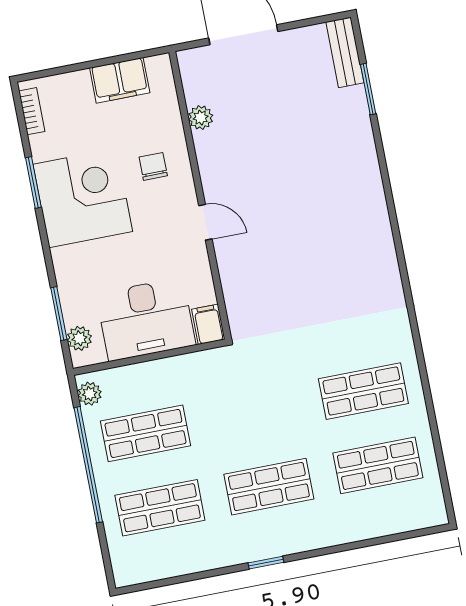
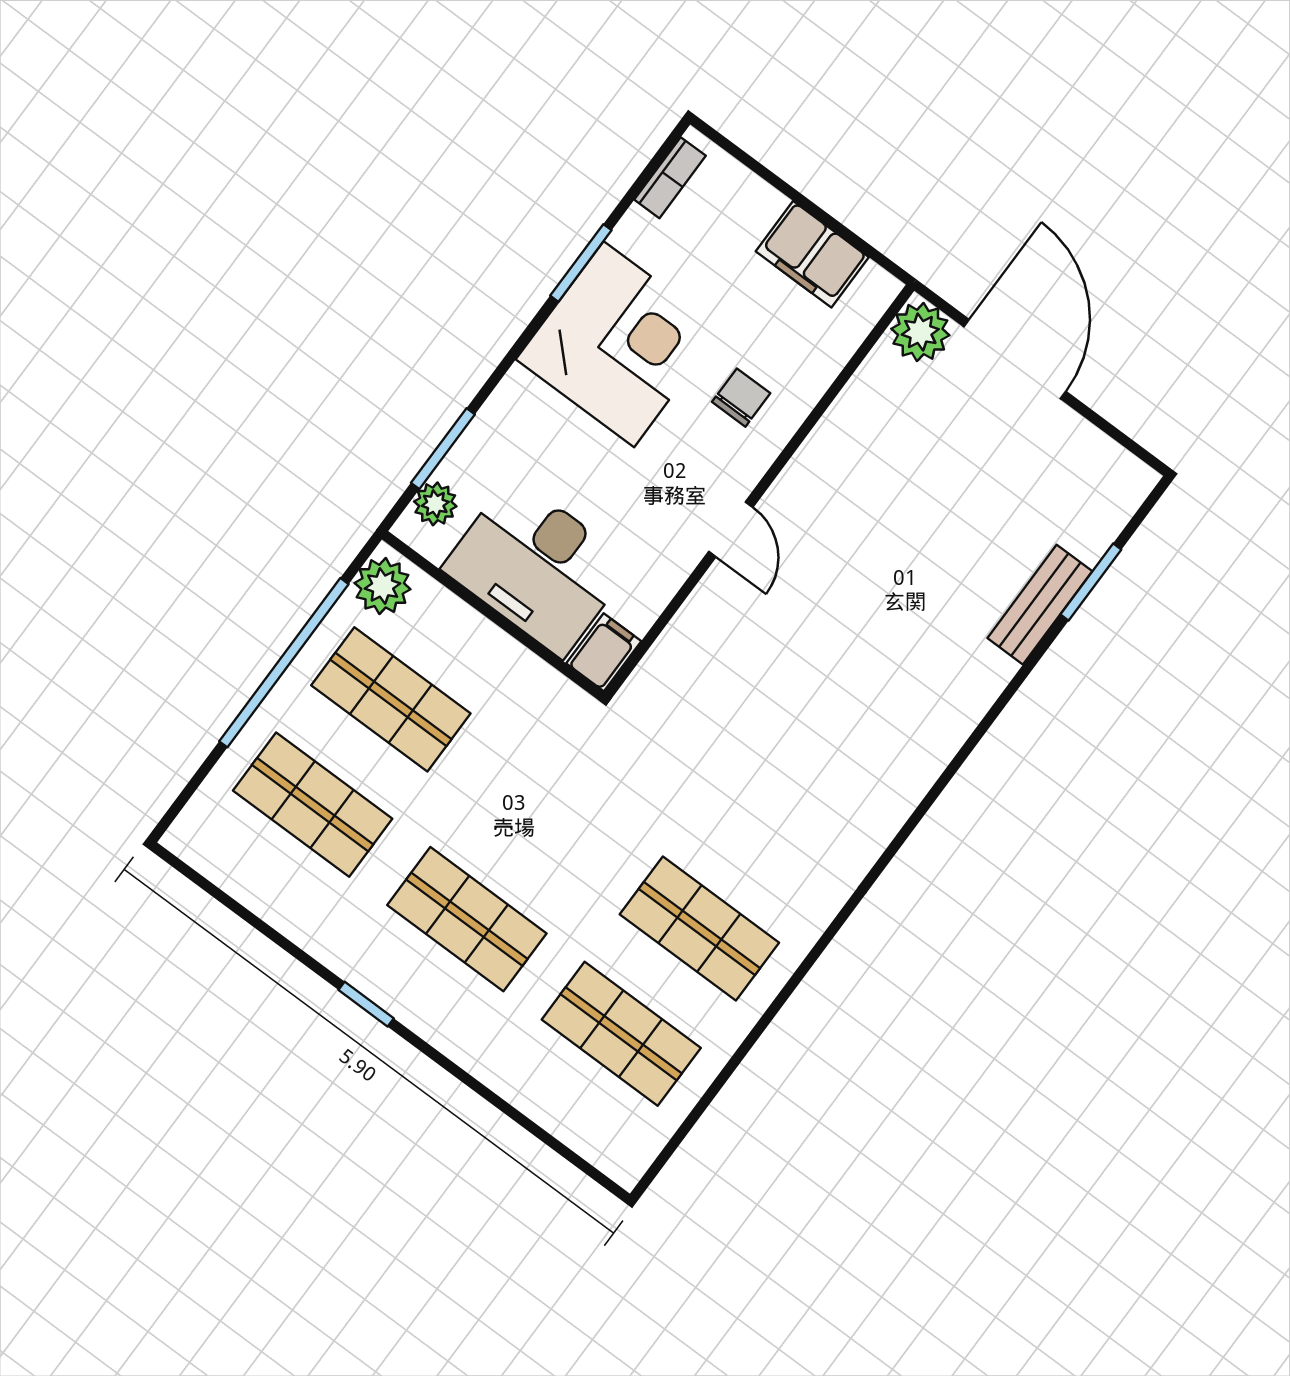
bench: (345, 52) -> (1040, 605), moved
plant: (201, 118) -> (920, 332), moved, width x1.38, depth x1.38
plant: (90, 394) -> (383, 586), width x1.38, depth x1.38

